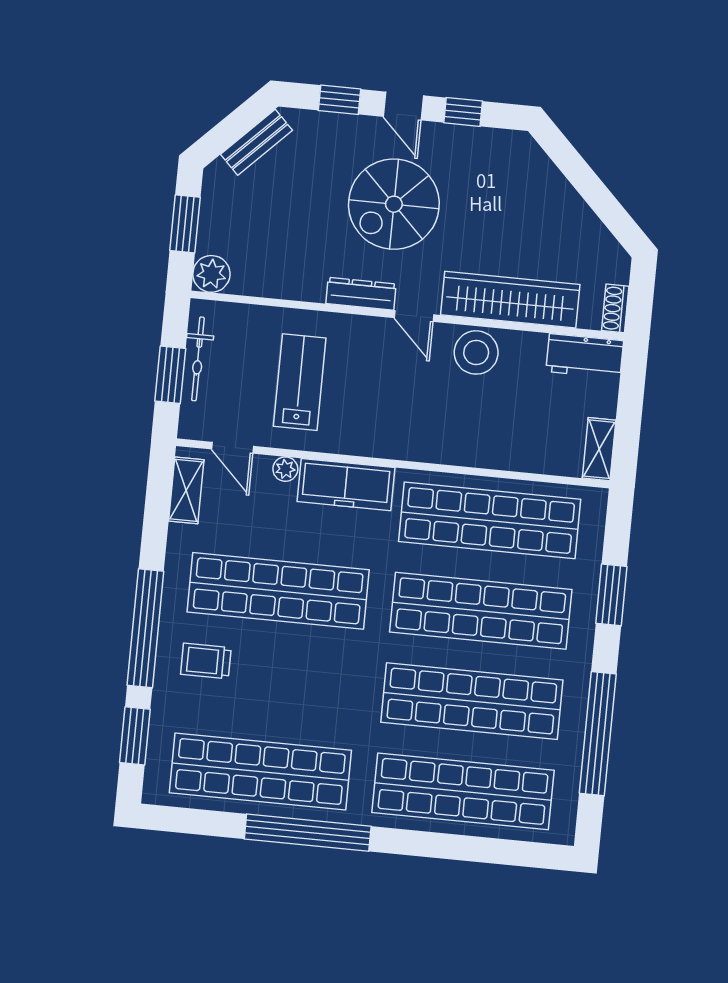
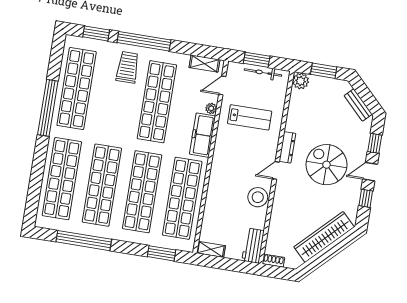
wardrobe: (510, 300) -> (324, 237), moved, turned -135
window: (611, 595) -> (161, 253), moved
trolley: (206, 661) -> (128, 67), width x1.36, depth x1.39

